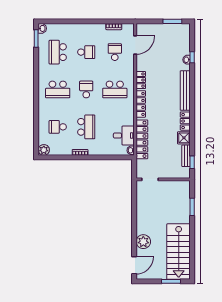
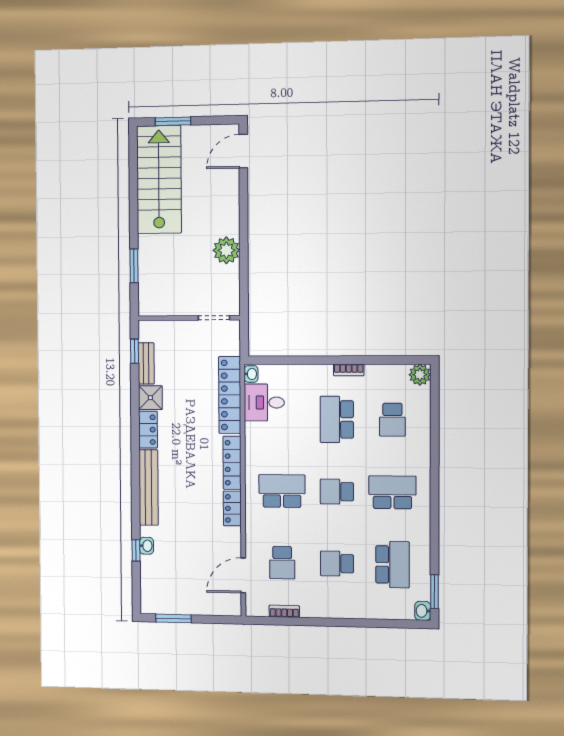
school desk: (86, 89) -> (337, 492), turned 90
school desk: (58, 127) -> (392, 420), turned 90
plant: (143, 242) -> (226, 250), moved

